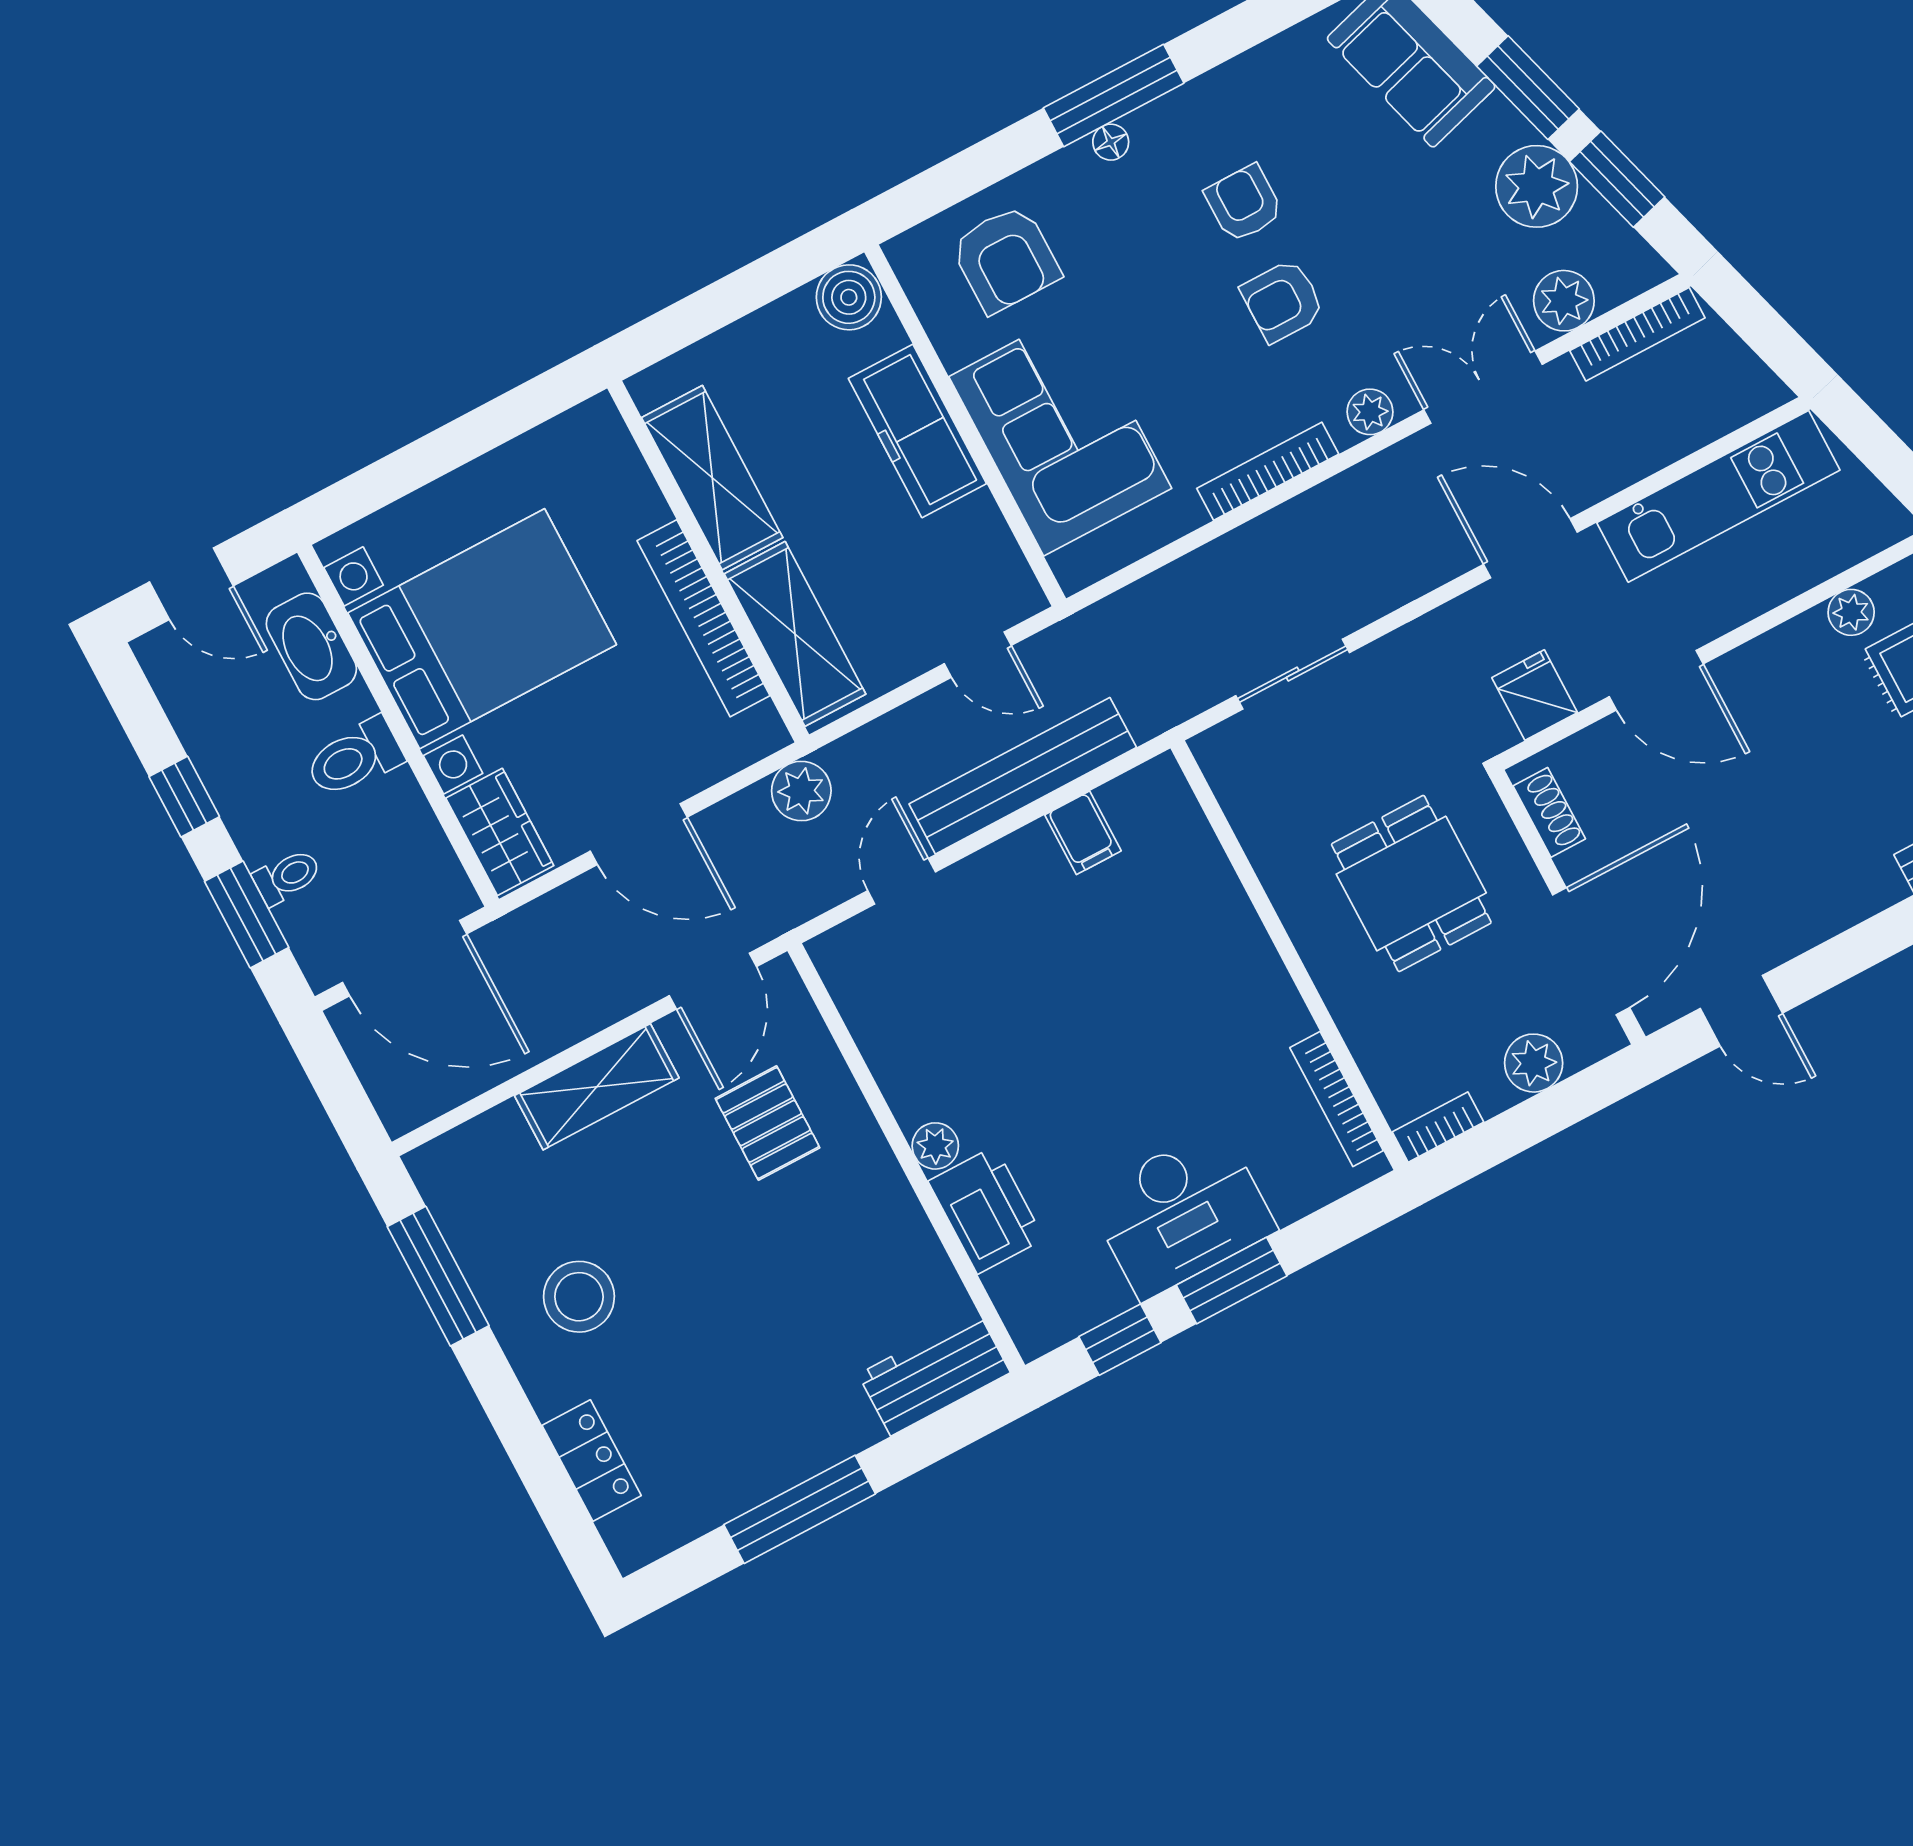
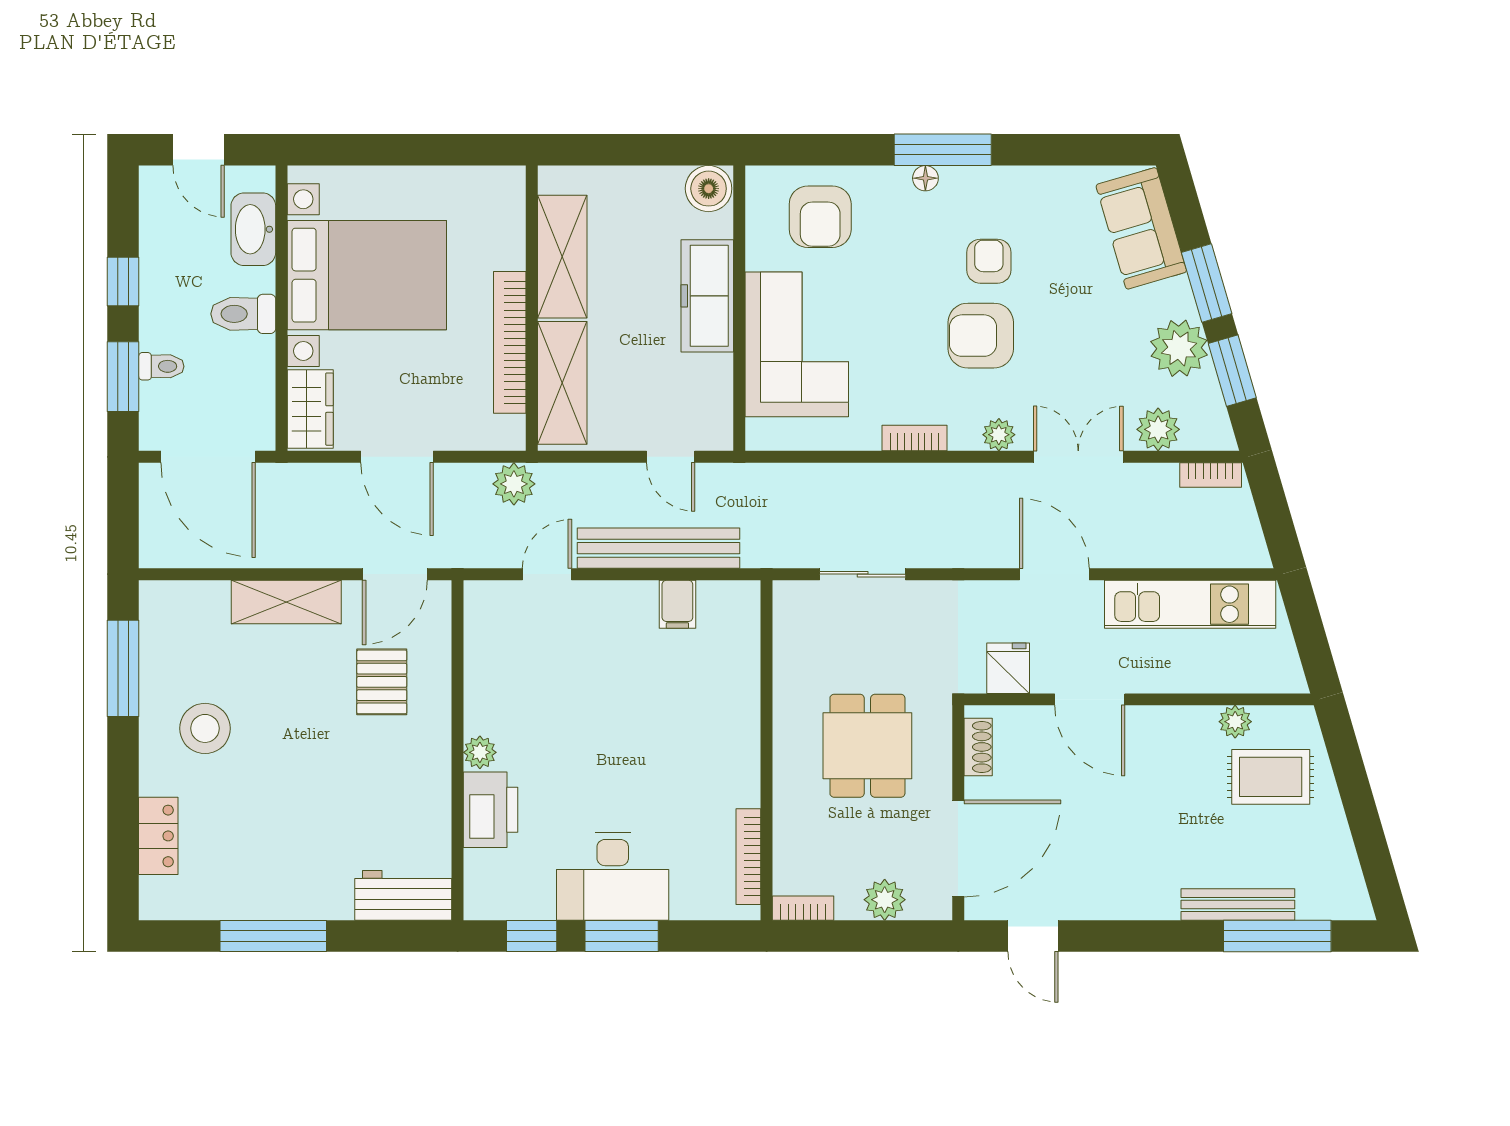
armchair: (1283, 301) -> (981, 336), width x1.38, depth x1.38
bookcase: (1637, 334) -> (1211, 475), width x0.64
bookcase: (1268, 471) -> (915, 438), width x0.64

